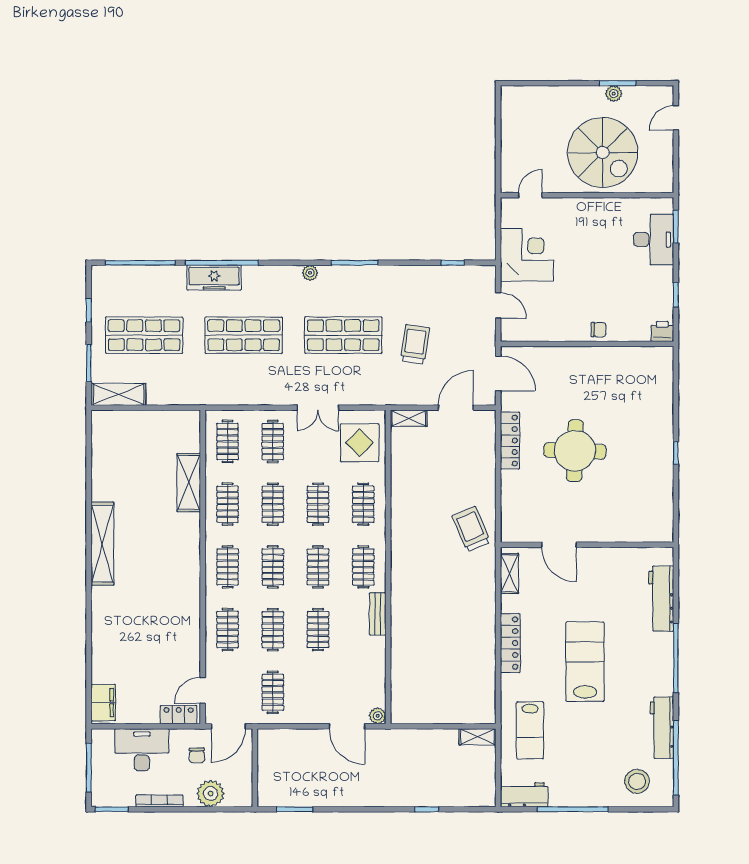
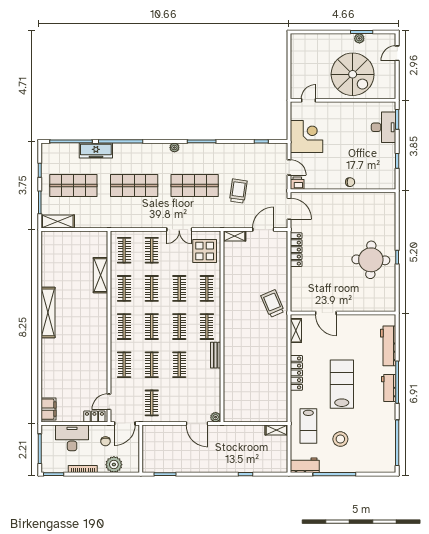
freezer: (214, 278) -> (96, 150), moved
printer: (662, 331) -> (297, 183), moved
round table: (575, 451) -> (371, 260), moved
workbench: (662, 728) -> (389, 388), moved, width x0.73
stool: (637, 781) -> (340, 439), moved

